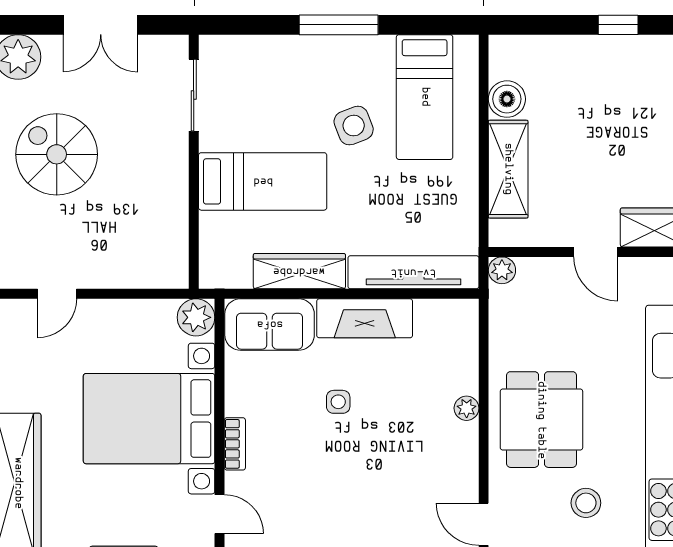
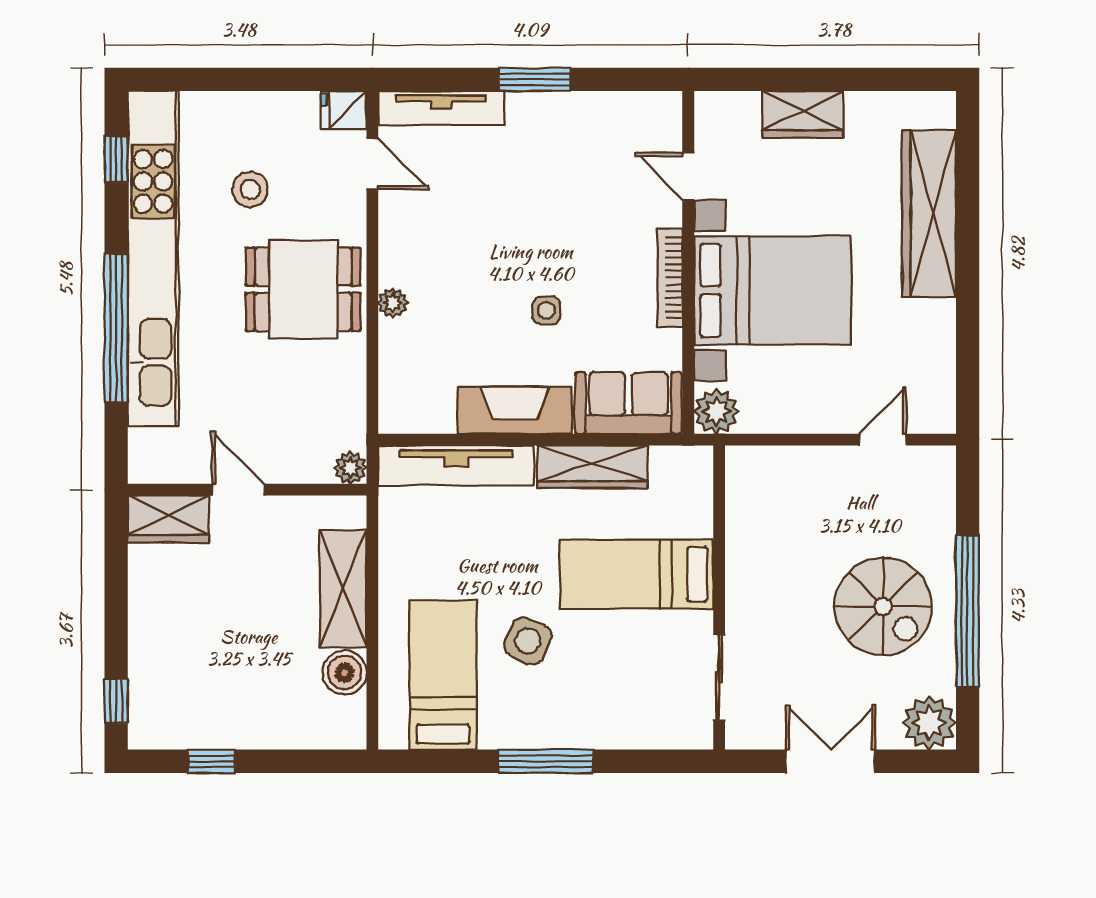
side table: (354, 126) -> (528, 641), turned 45
dining table: (541, 420) -> (303, 289), turned 90
bookcase: (235, 444) -> (670, 278), width x1.56

